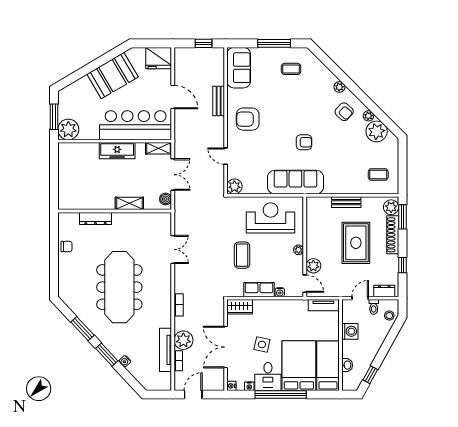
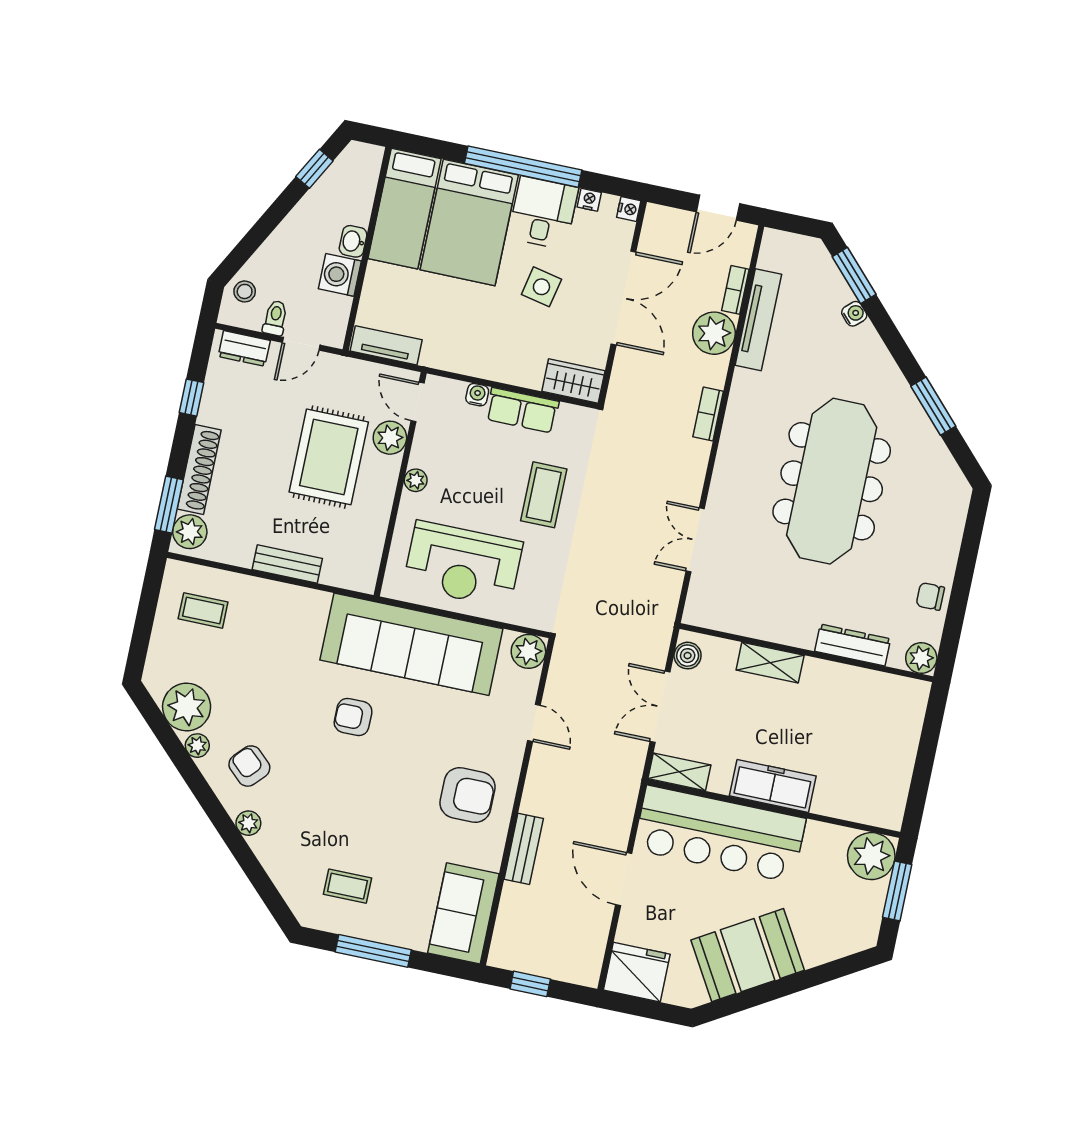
sofa: (295, 182) -> (411, 644), width x1.36, depth x1.27
plant: (65, 219) -> (921, 658), added
rug: (356, 243) -> (329, 457), moved
window: (107, 355) -> (854, 275), moved
washbasin: (347, 365) -> (353, 241), moved

